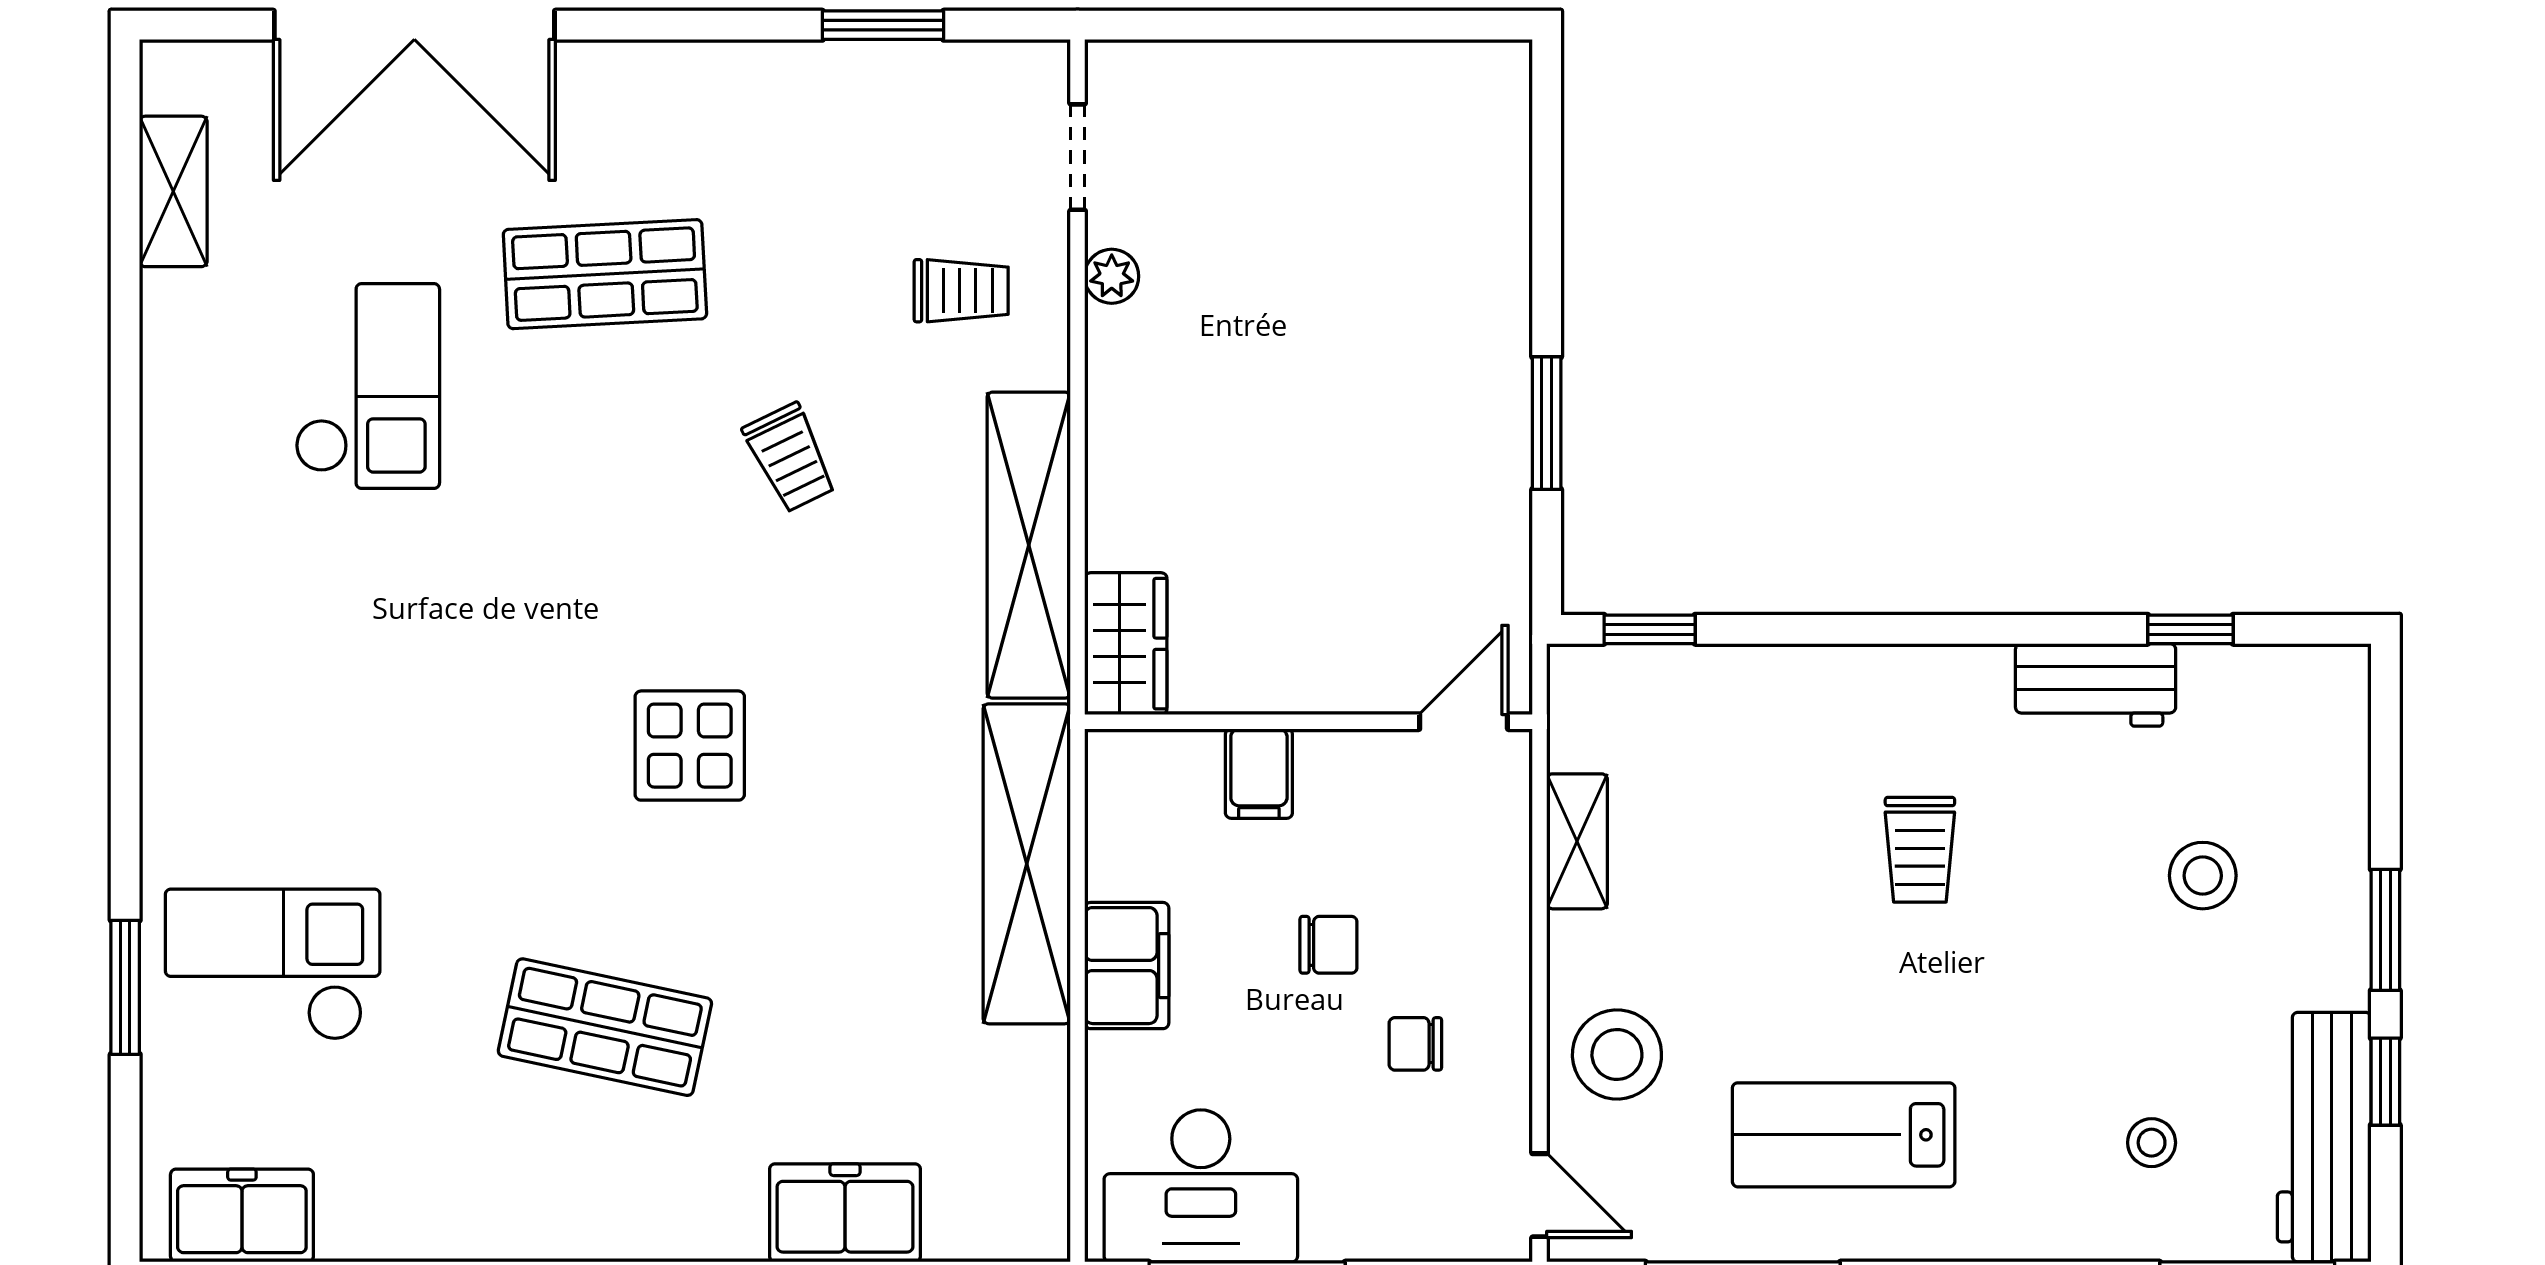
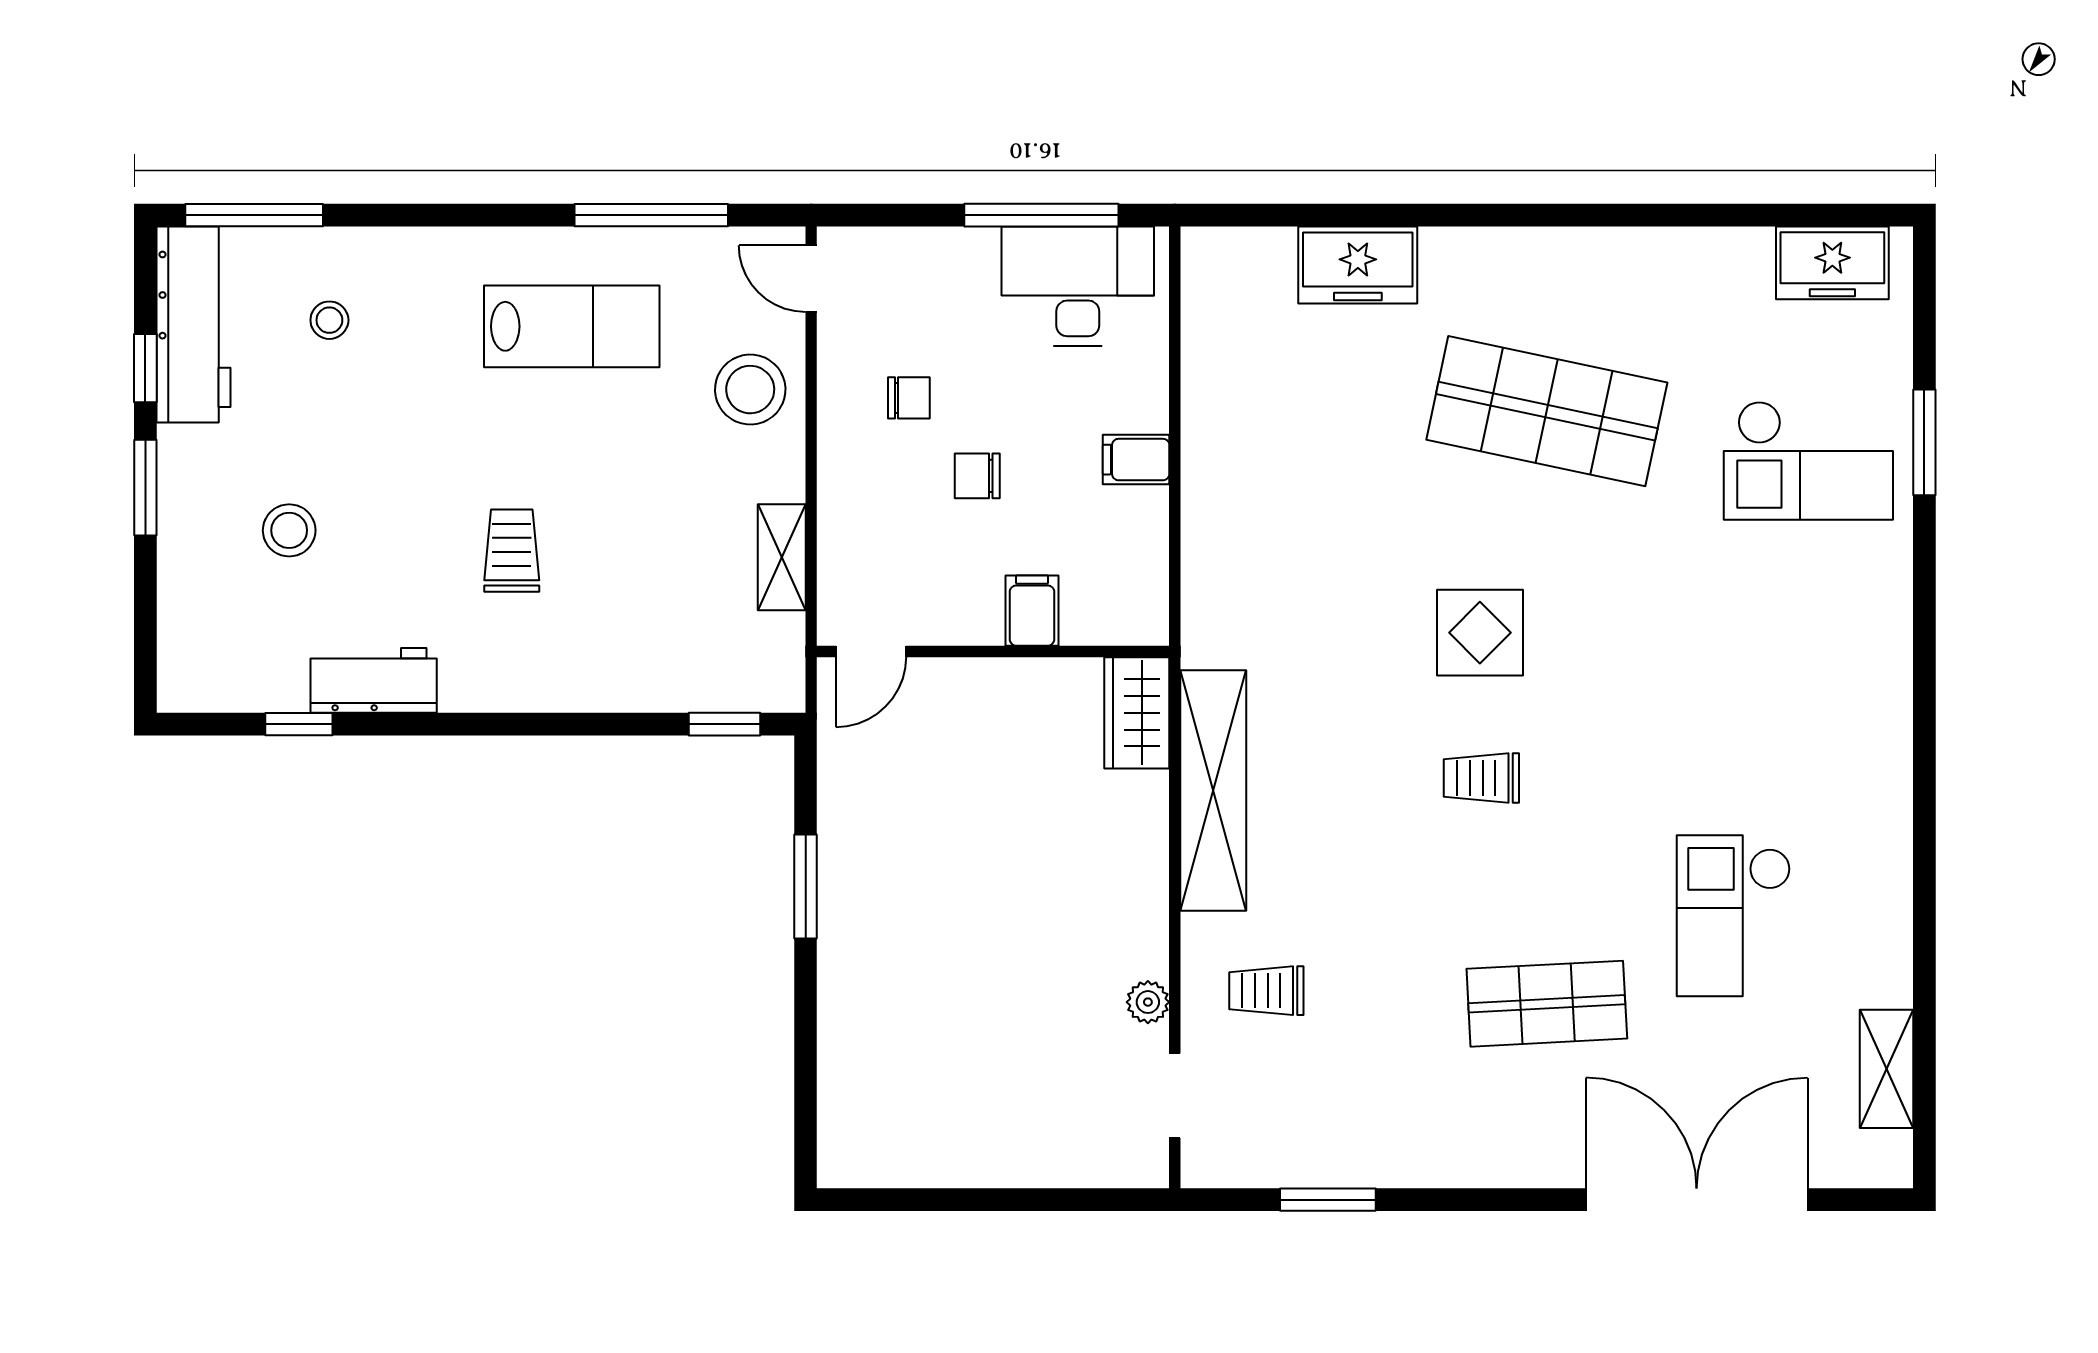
trolley: (790, 458) -> (1481, 778), moved, turned -64
shelving: (1027, 864) -> (1215, 540), removed
filing cabinet: (1127, 966) -> (1136, 460), width x0.50
shop shelf: (605, 1027) -> (1547, 411), width x1.43, depth x1.36

